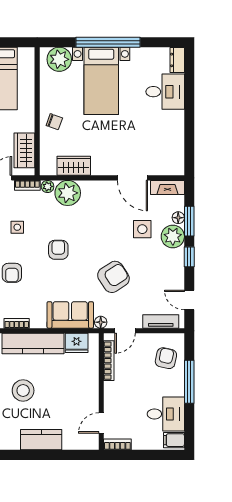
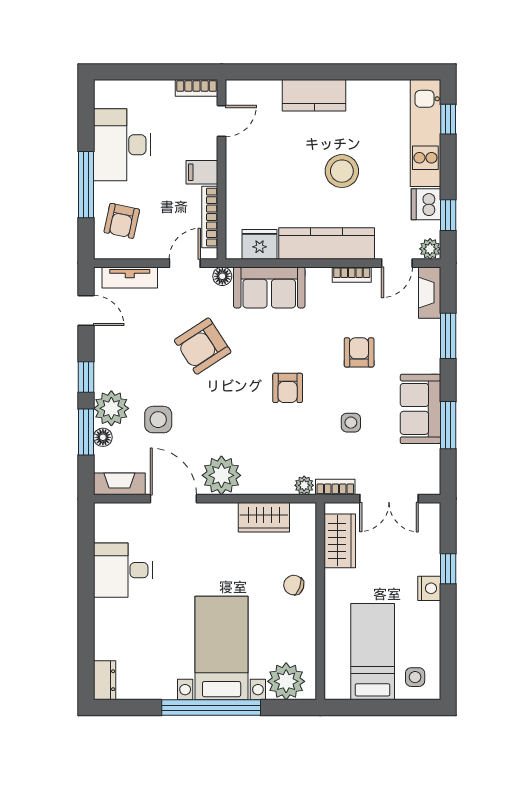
desk: (165, 92) -> (123, 570), moved
plant: (68, 193) -> (221, 475), moved
desk: (166, 414) -> (122, 145), width x1.37
filing cabinet: (174, 440) -> (202, 172), moved, turned 180

